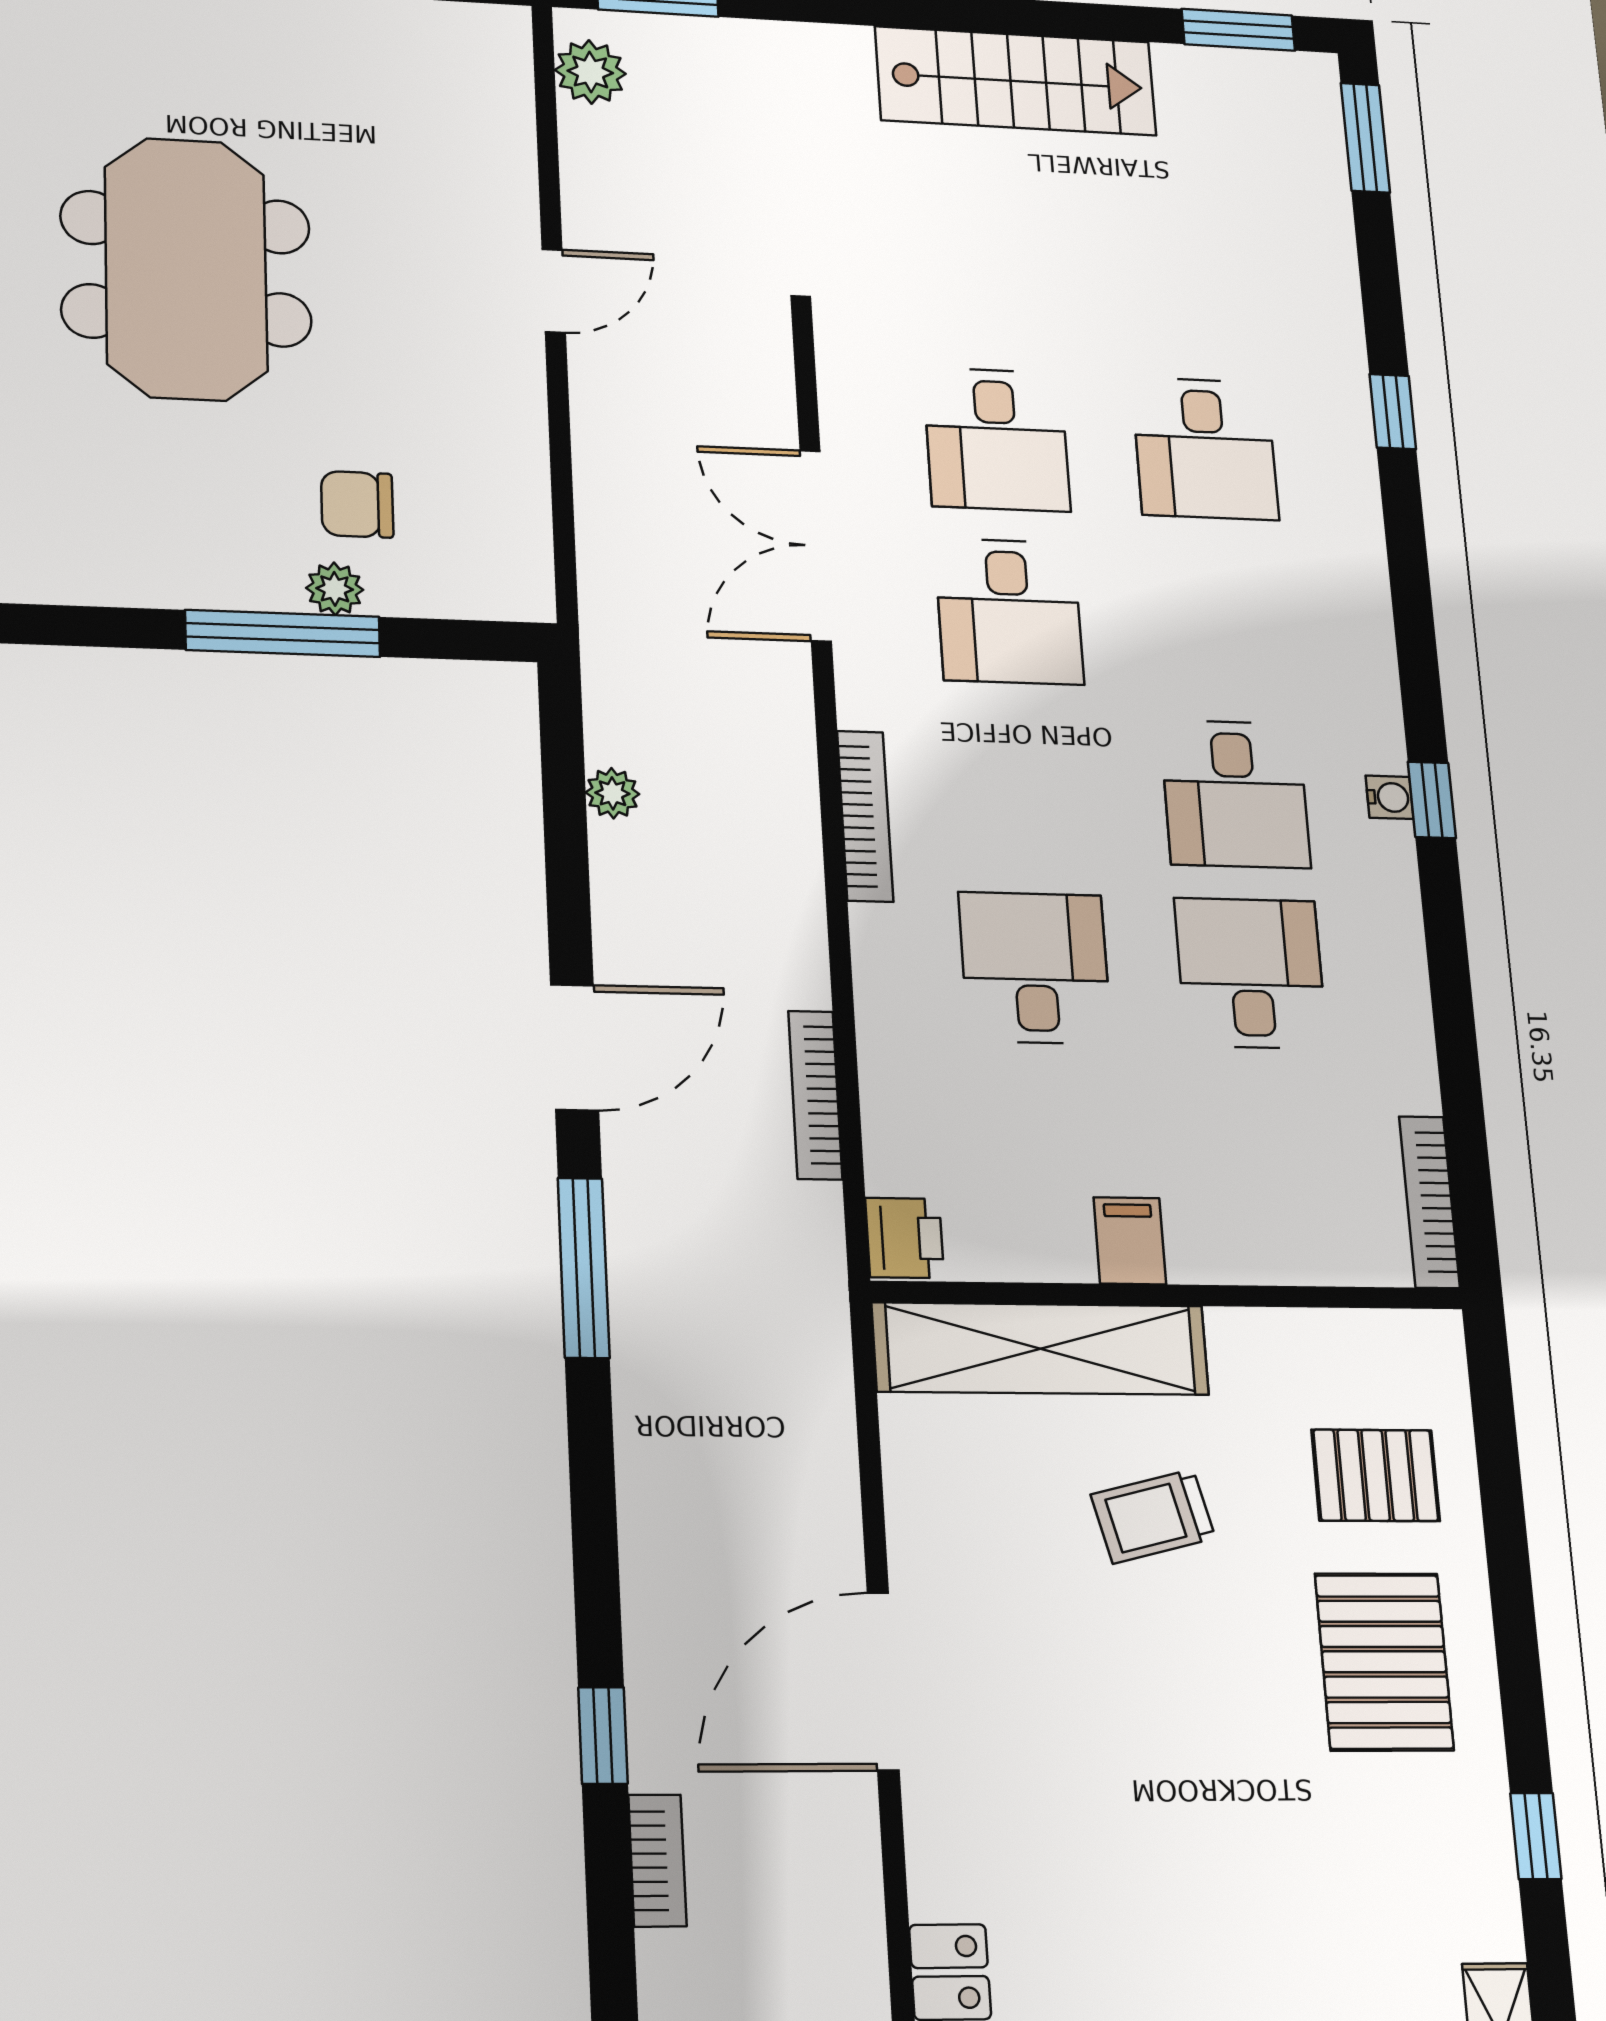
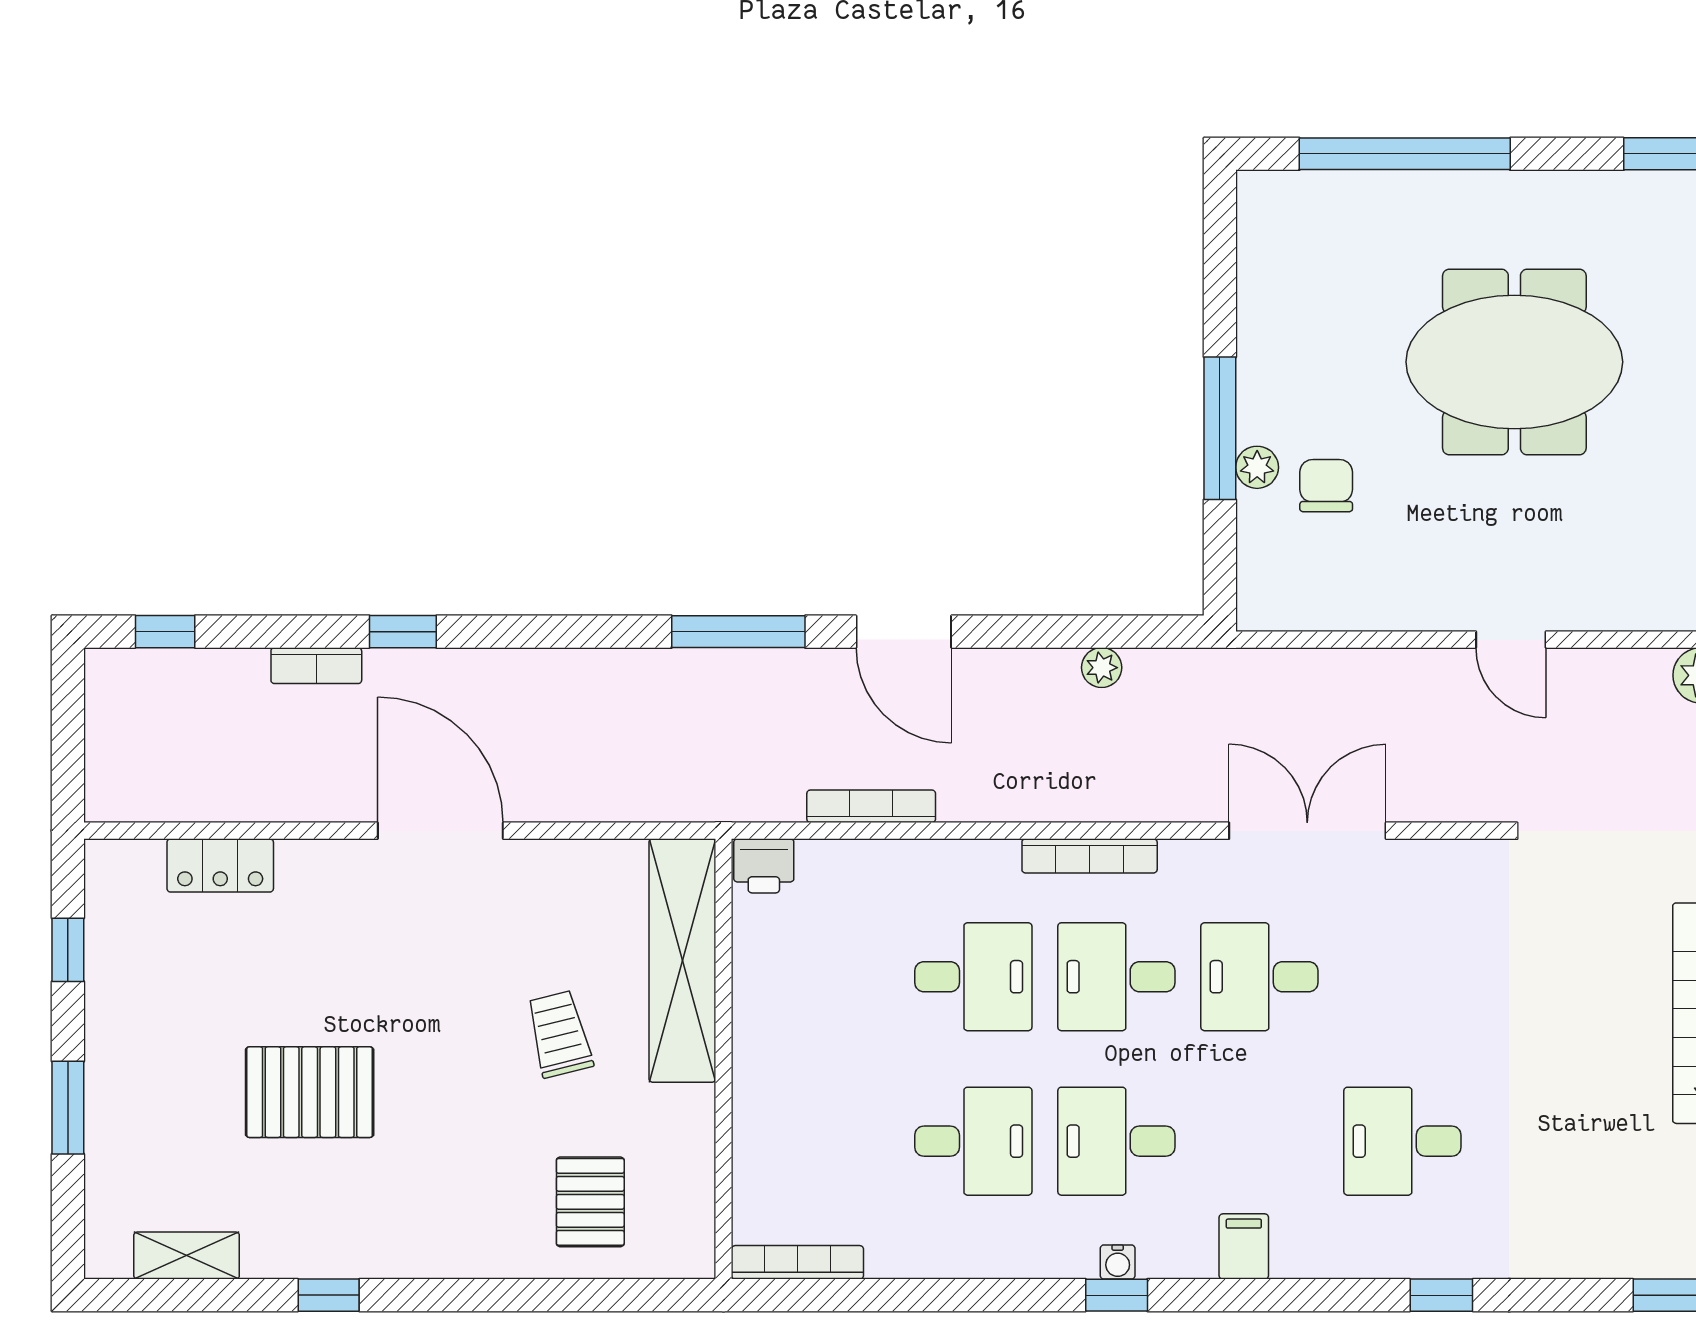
desk: (997, 439) -> (1116, 977), moved
filing cabinet: (1130, 1241) -> (1244, 1246), moved, turned -90
pallet: (1384, 1662) -> (310, 1092), moved

